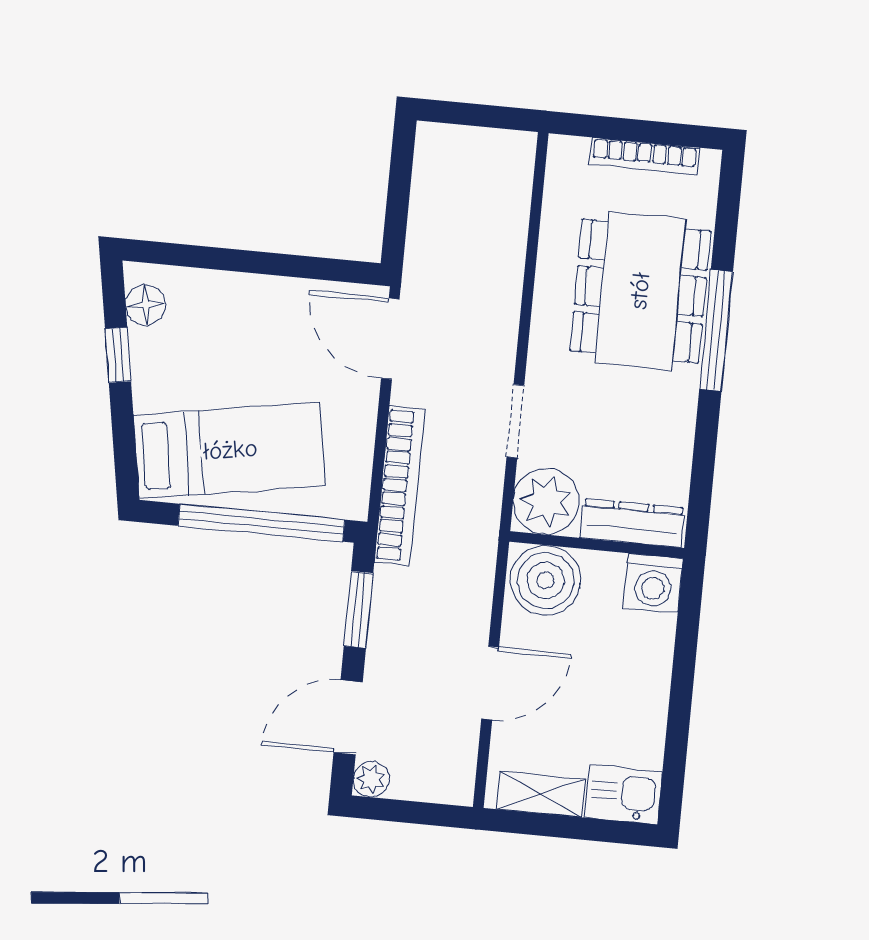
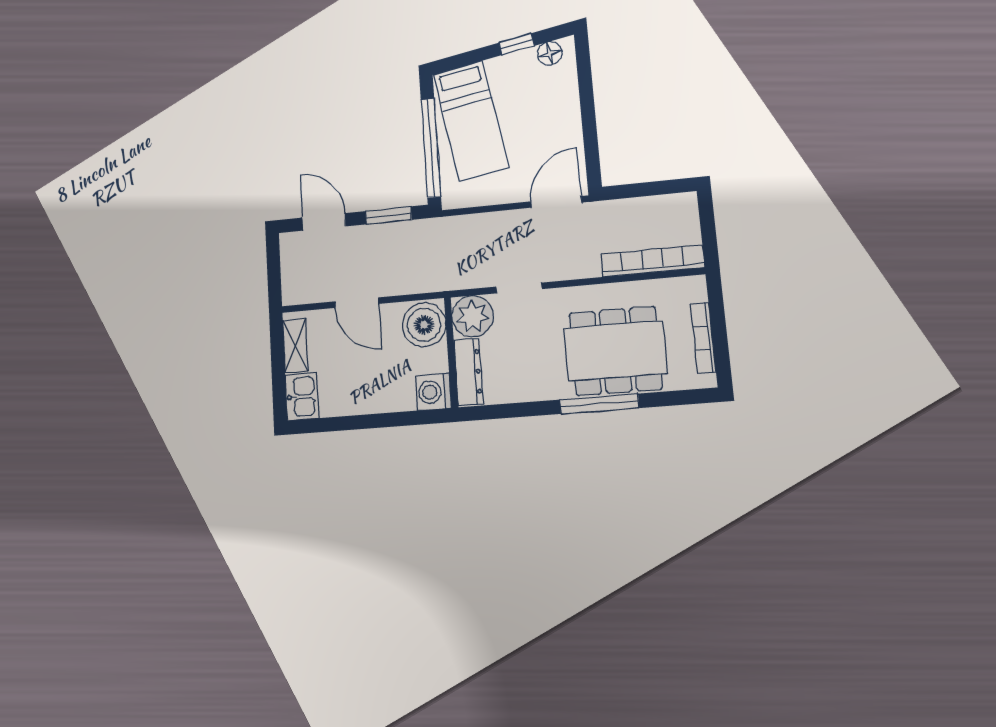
bookcase: (399, 485) -> (652, 261), moved, turned 180
plant: (371, 779) -> (290, 243), removed

